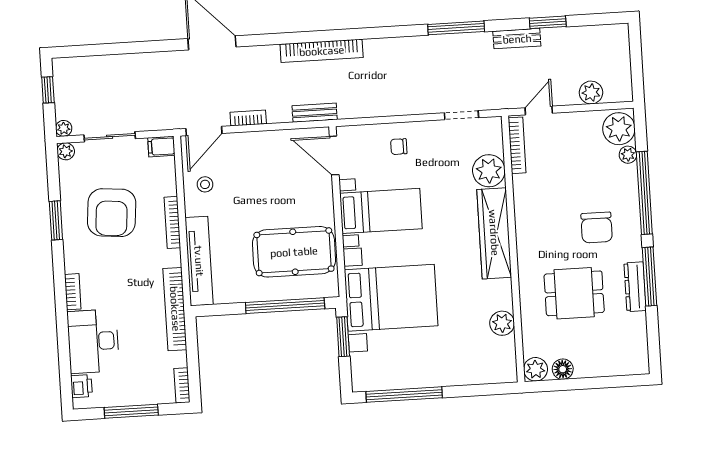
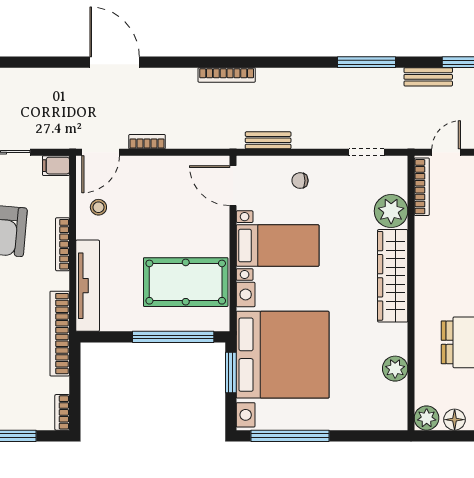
bookcase: (322, 51) -> (227, 75), width x0.68, depth x0.76
bench: (315, 113) -> (268, 140), moved
bed with nightstands: (391, 298) -> (283, 355), width x1.36

